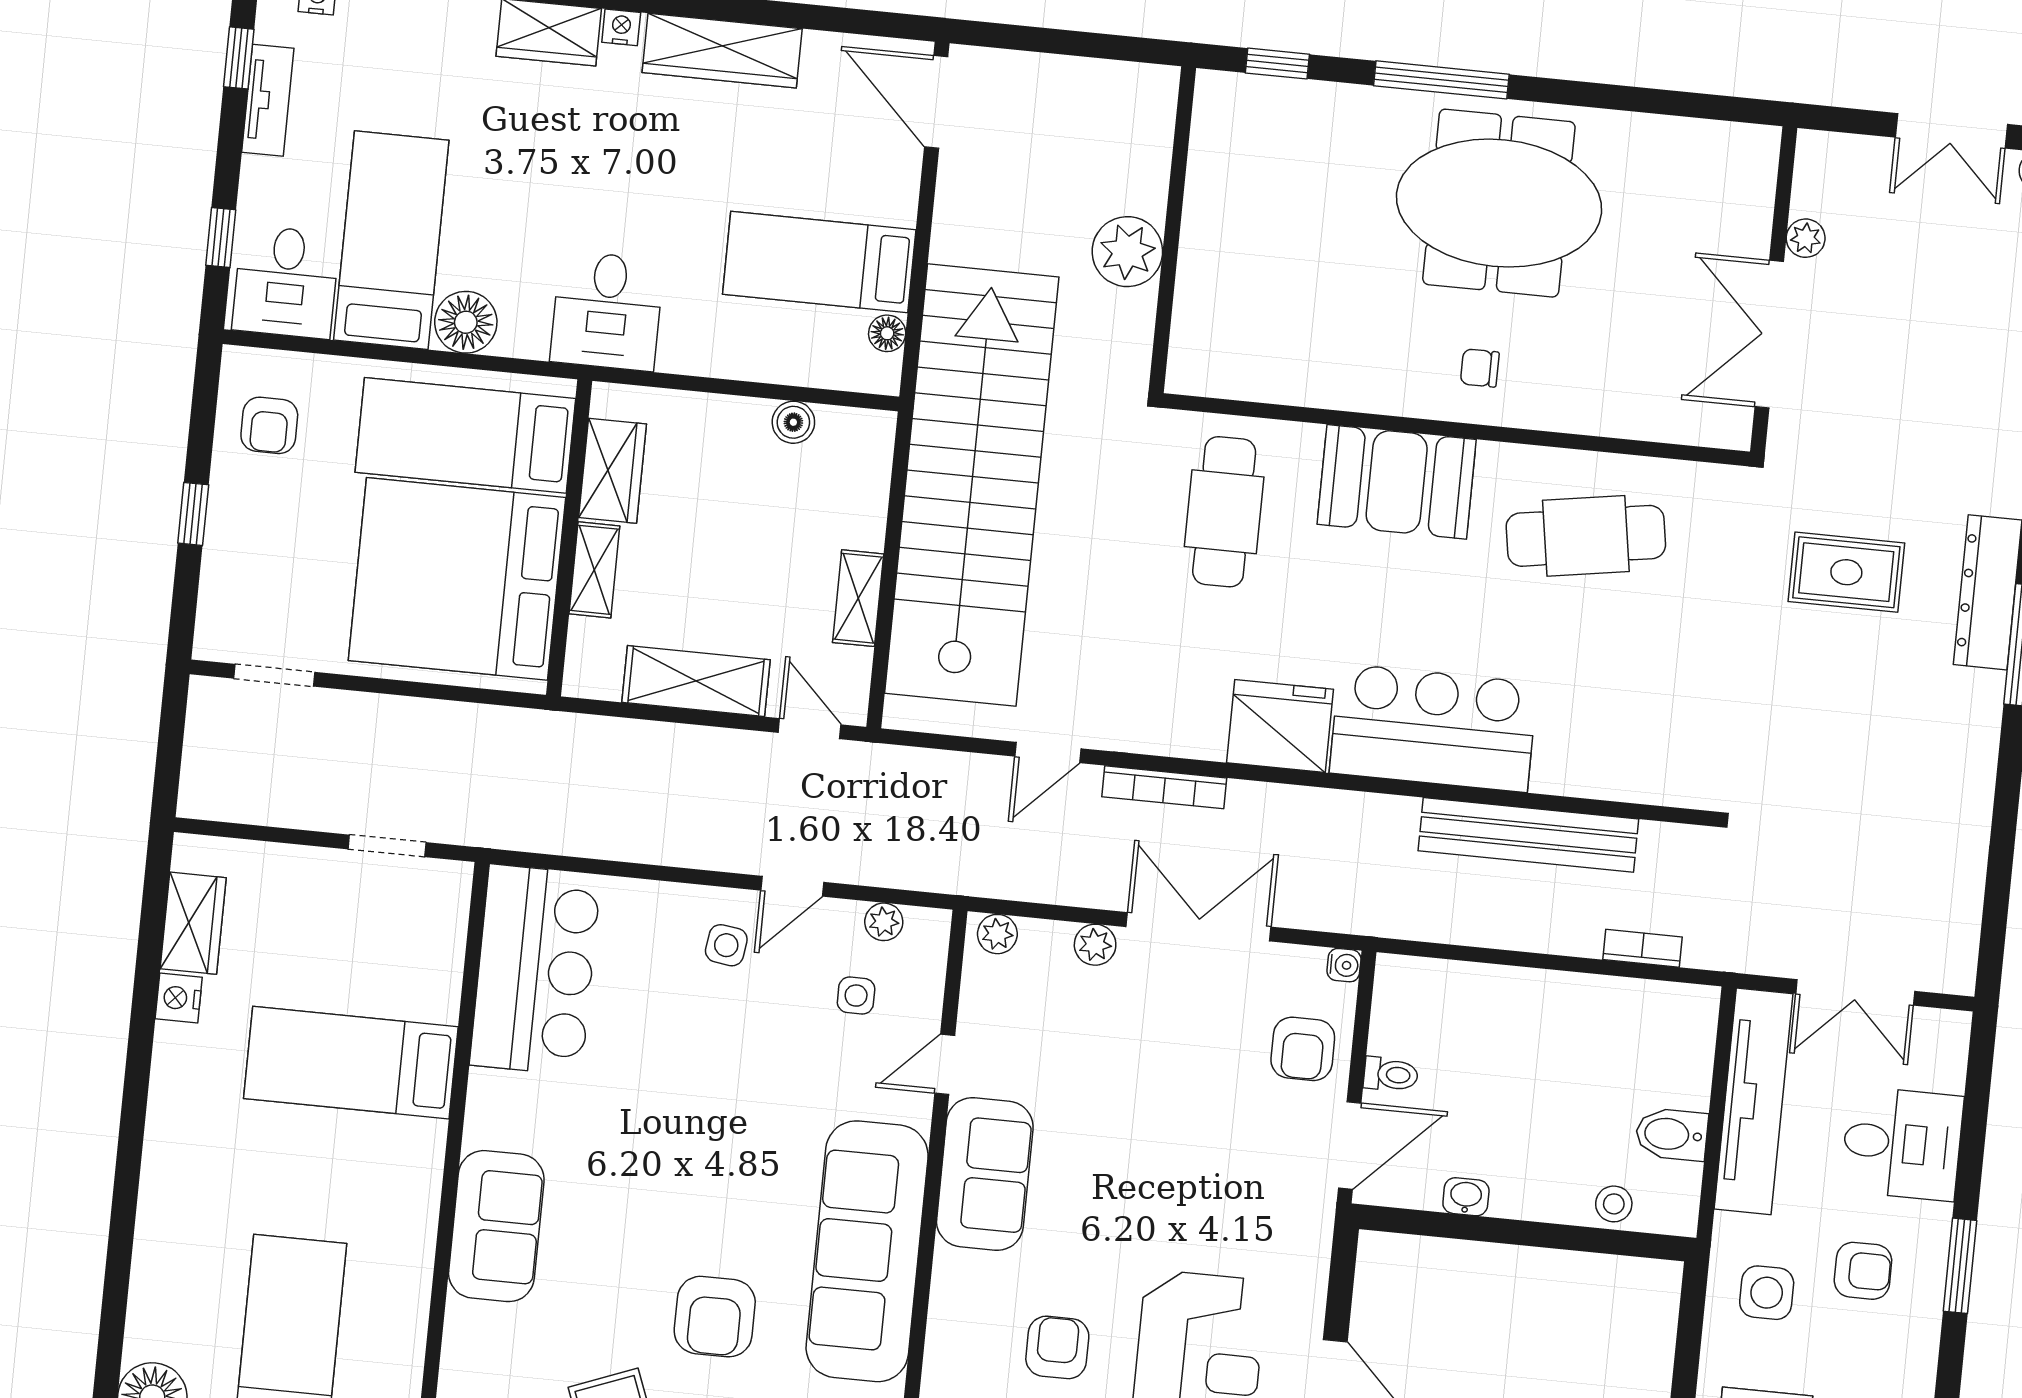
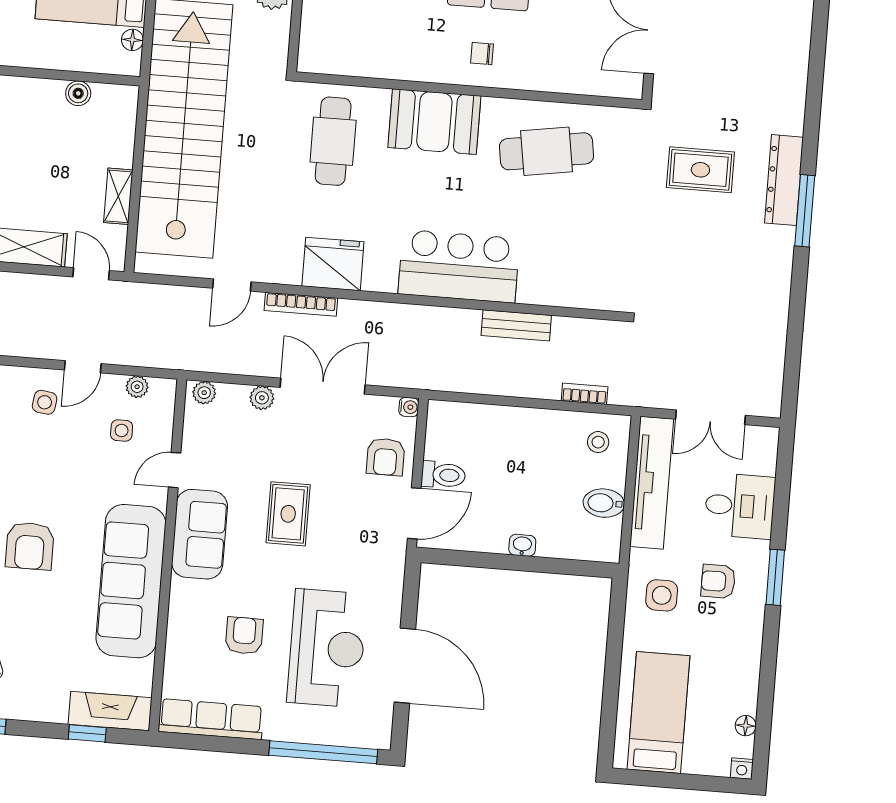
fridge: (1280, 726) -> (333, 264), moved
bench: (1528, 835) -> (516, 325), width x0.54, depth x0.82
toilet: (1391, 1074) -> (443, 475), width x1.37, depth x1.39
rug: (1136, 1142) -> (288, 514), added
washbasin: (1466, 1197) -> (522, 545), moved
stool: (1614, 1204) -> (598, 442), moved
armchair: (1863, 1271) -> (718, 581), turned 180
armchair: (715, 1317) -> (30, 546), moved

